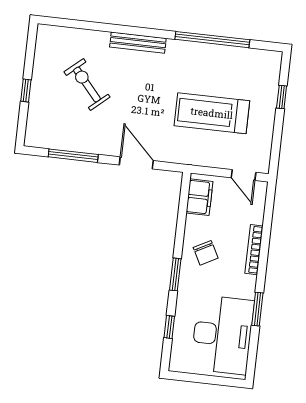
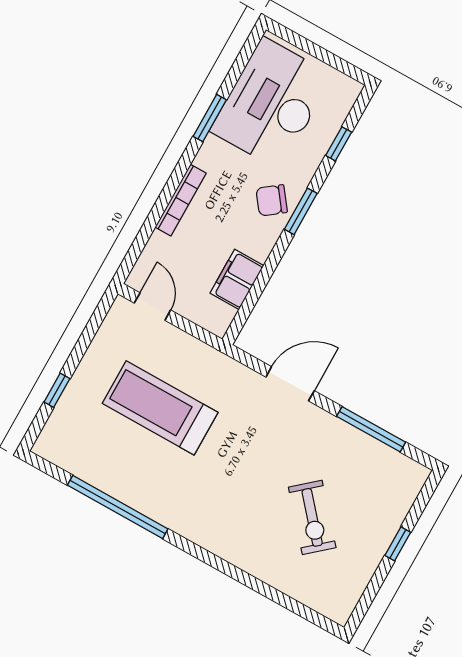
bench: (138, 43) -> (220, 545), removed
treadmill: (212, 113) -> (160, 408), turned 180
door: (136, 163) -> (290, 384), swing flipped
filing cabinet: (199, 197) -> (237, 279), moved
chair: (206, 253) -> (272, 200), moved, turned -99

